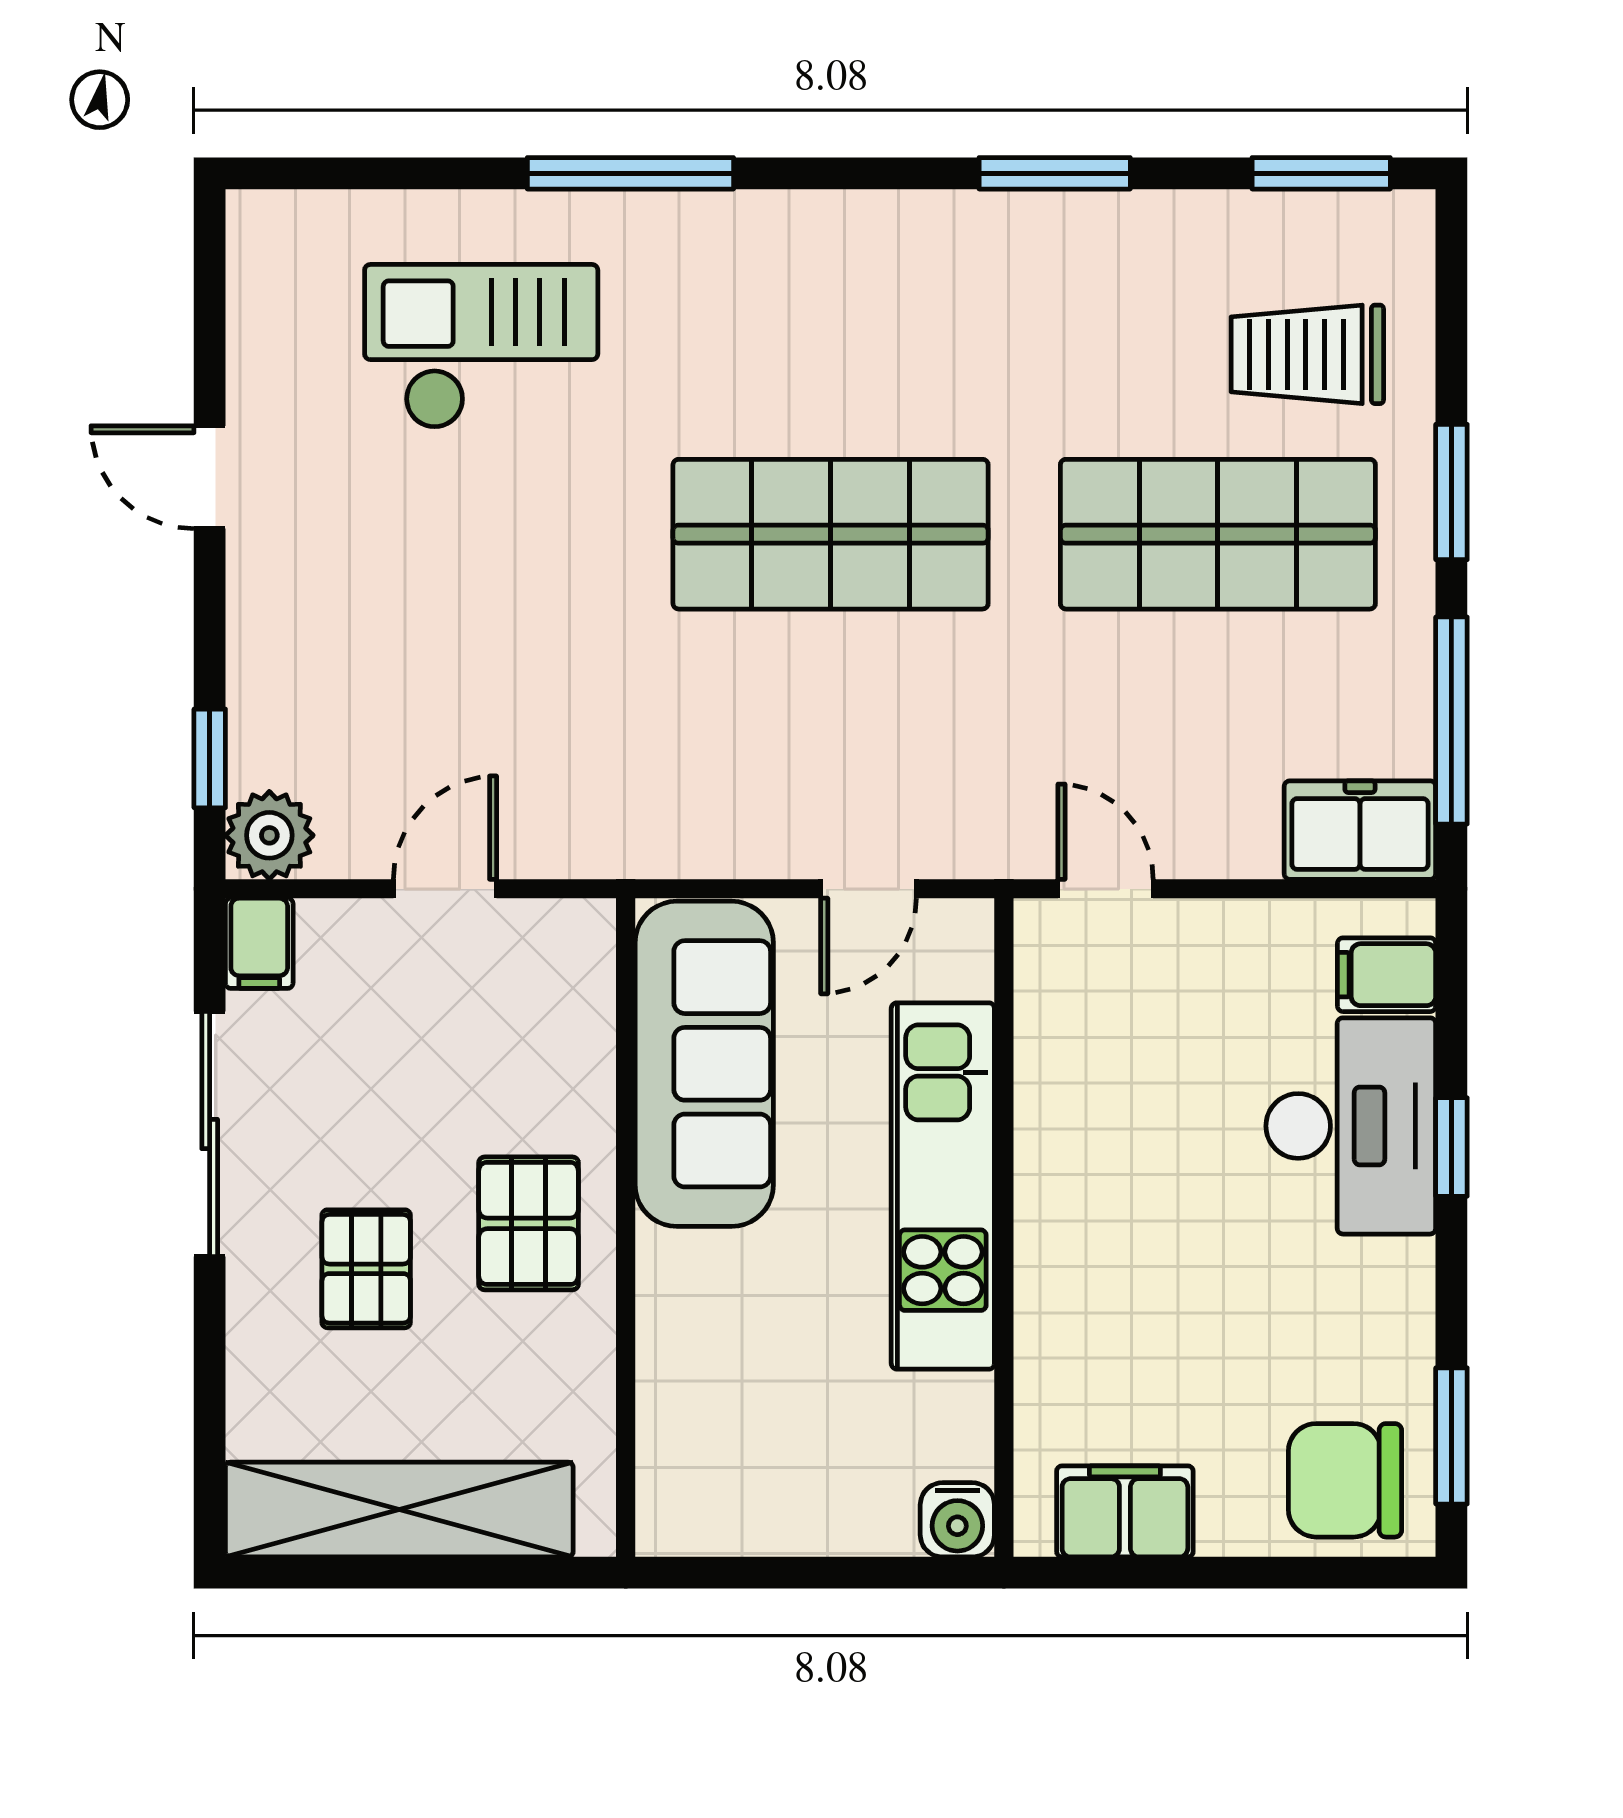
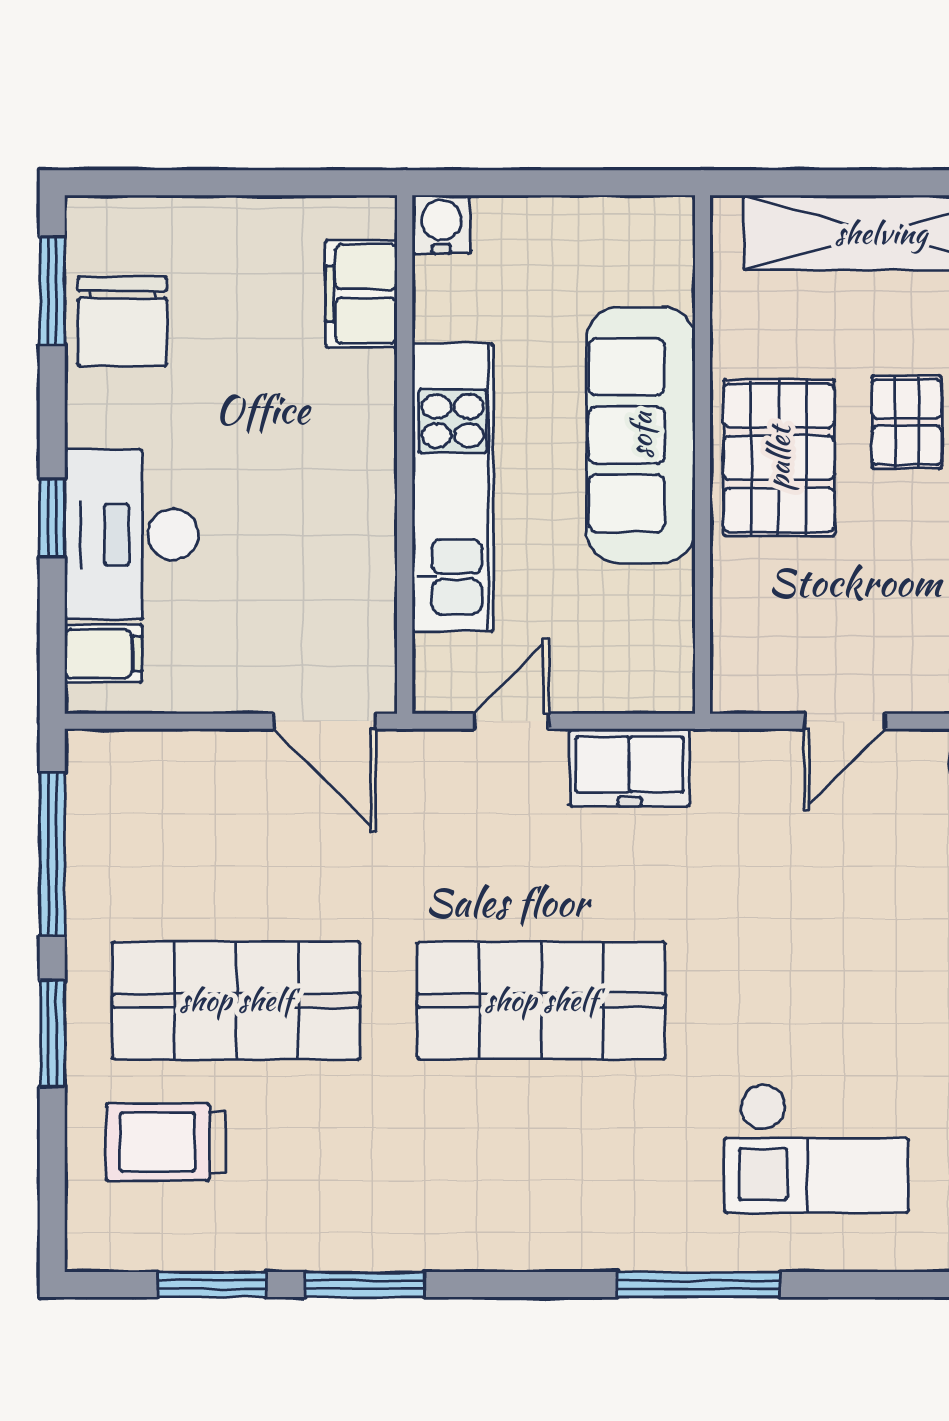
window: (1321, 173) -> (212, 1285), moved
trolley: (1307, 354) -> (166, 1142), turned 180
freezer: (1360, 830) -> (630, 768), moved
door: (1106, 889) -> (325, 721), width x1.38
sofa: (704, 1064) -> (641, 435), moved
pallet: (529, 1223) -> (779, 458), width x1.50, depth x1.42
chair: (1345, 1480) -> (122, 321), moved, turned 90
filing cabinet: (1125, 1511) -> (361, 294), moved, turned 90

